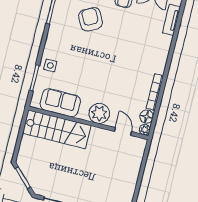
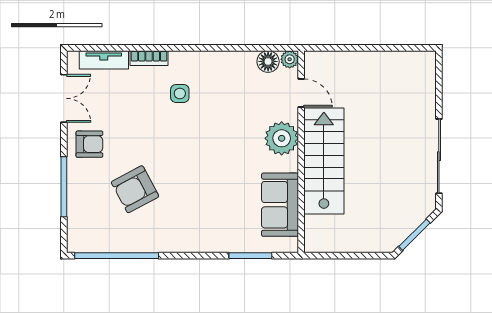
side table: (50, 65) -> (180, 93), moved
bookcase: (155, 92) -> (149, 58), moved, width x0.64
stairs: (57, 129) -> (324, 161), moved
door: (123, 132) -> (301, 93), swing flipped

